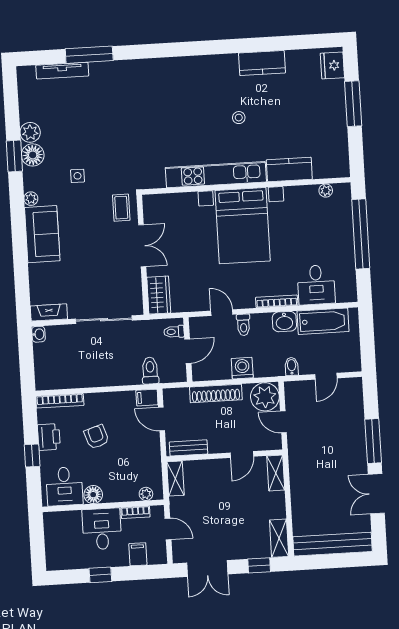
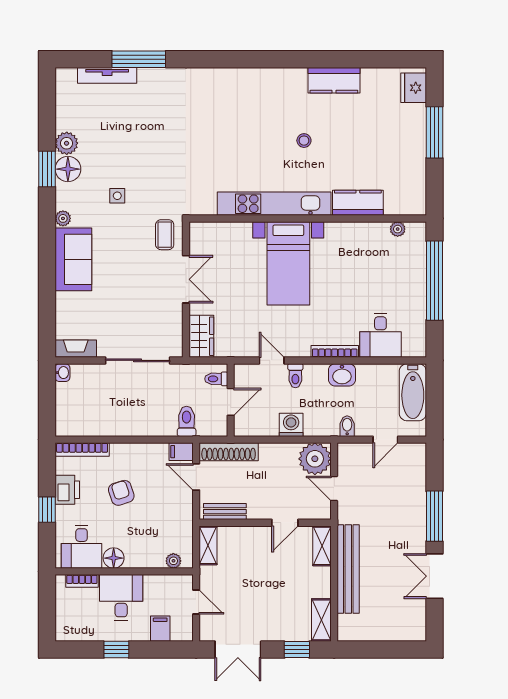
bed with nightstands: (243, 226) -> (288, 263), width x0.73
bathtub: (323, 321) -> (413, 392), moved, turned 90
shoe rack: (216, 393) -> (229, 452), moved
bookcase: (135, 512) -> (82, 581), moved
bench: (333, 544) -> (348, 569), moved, turned 90

